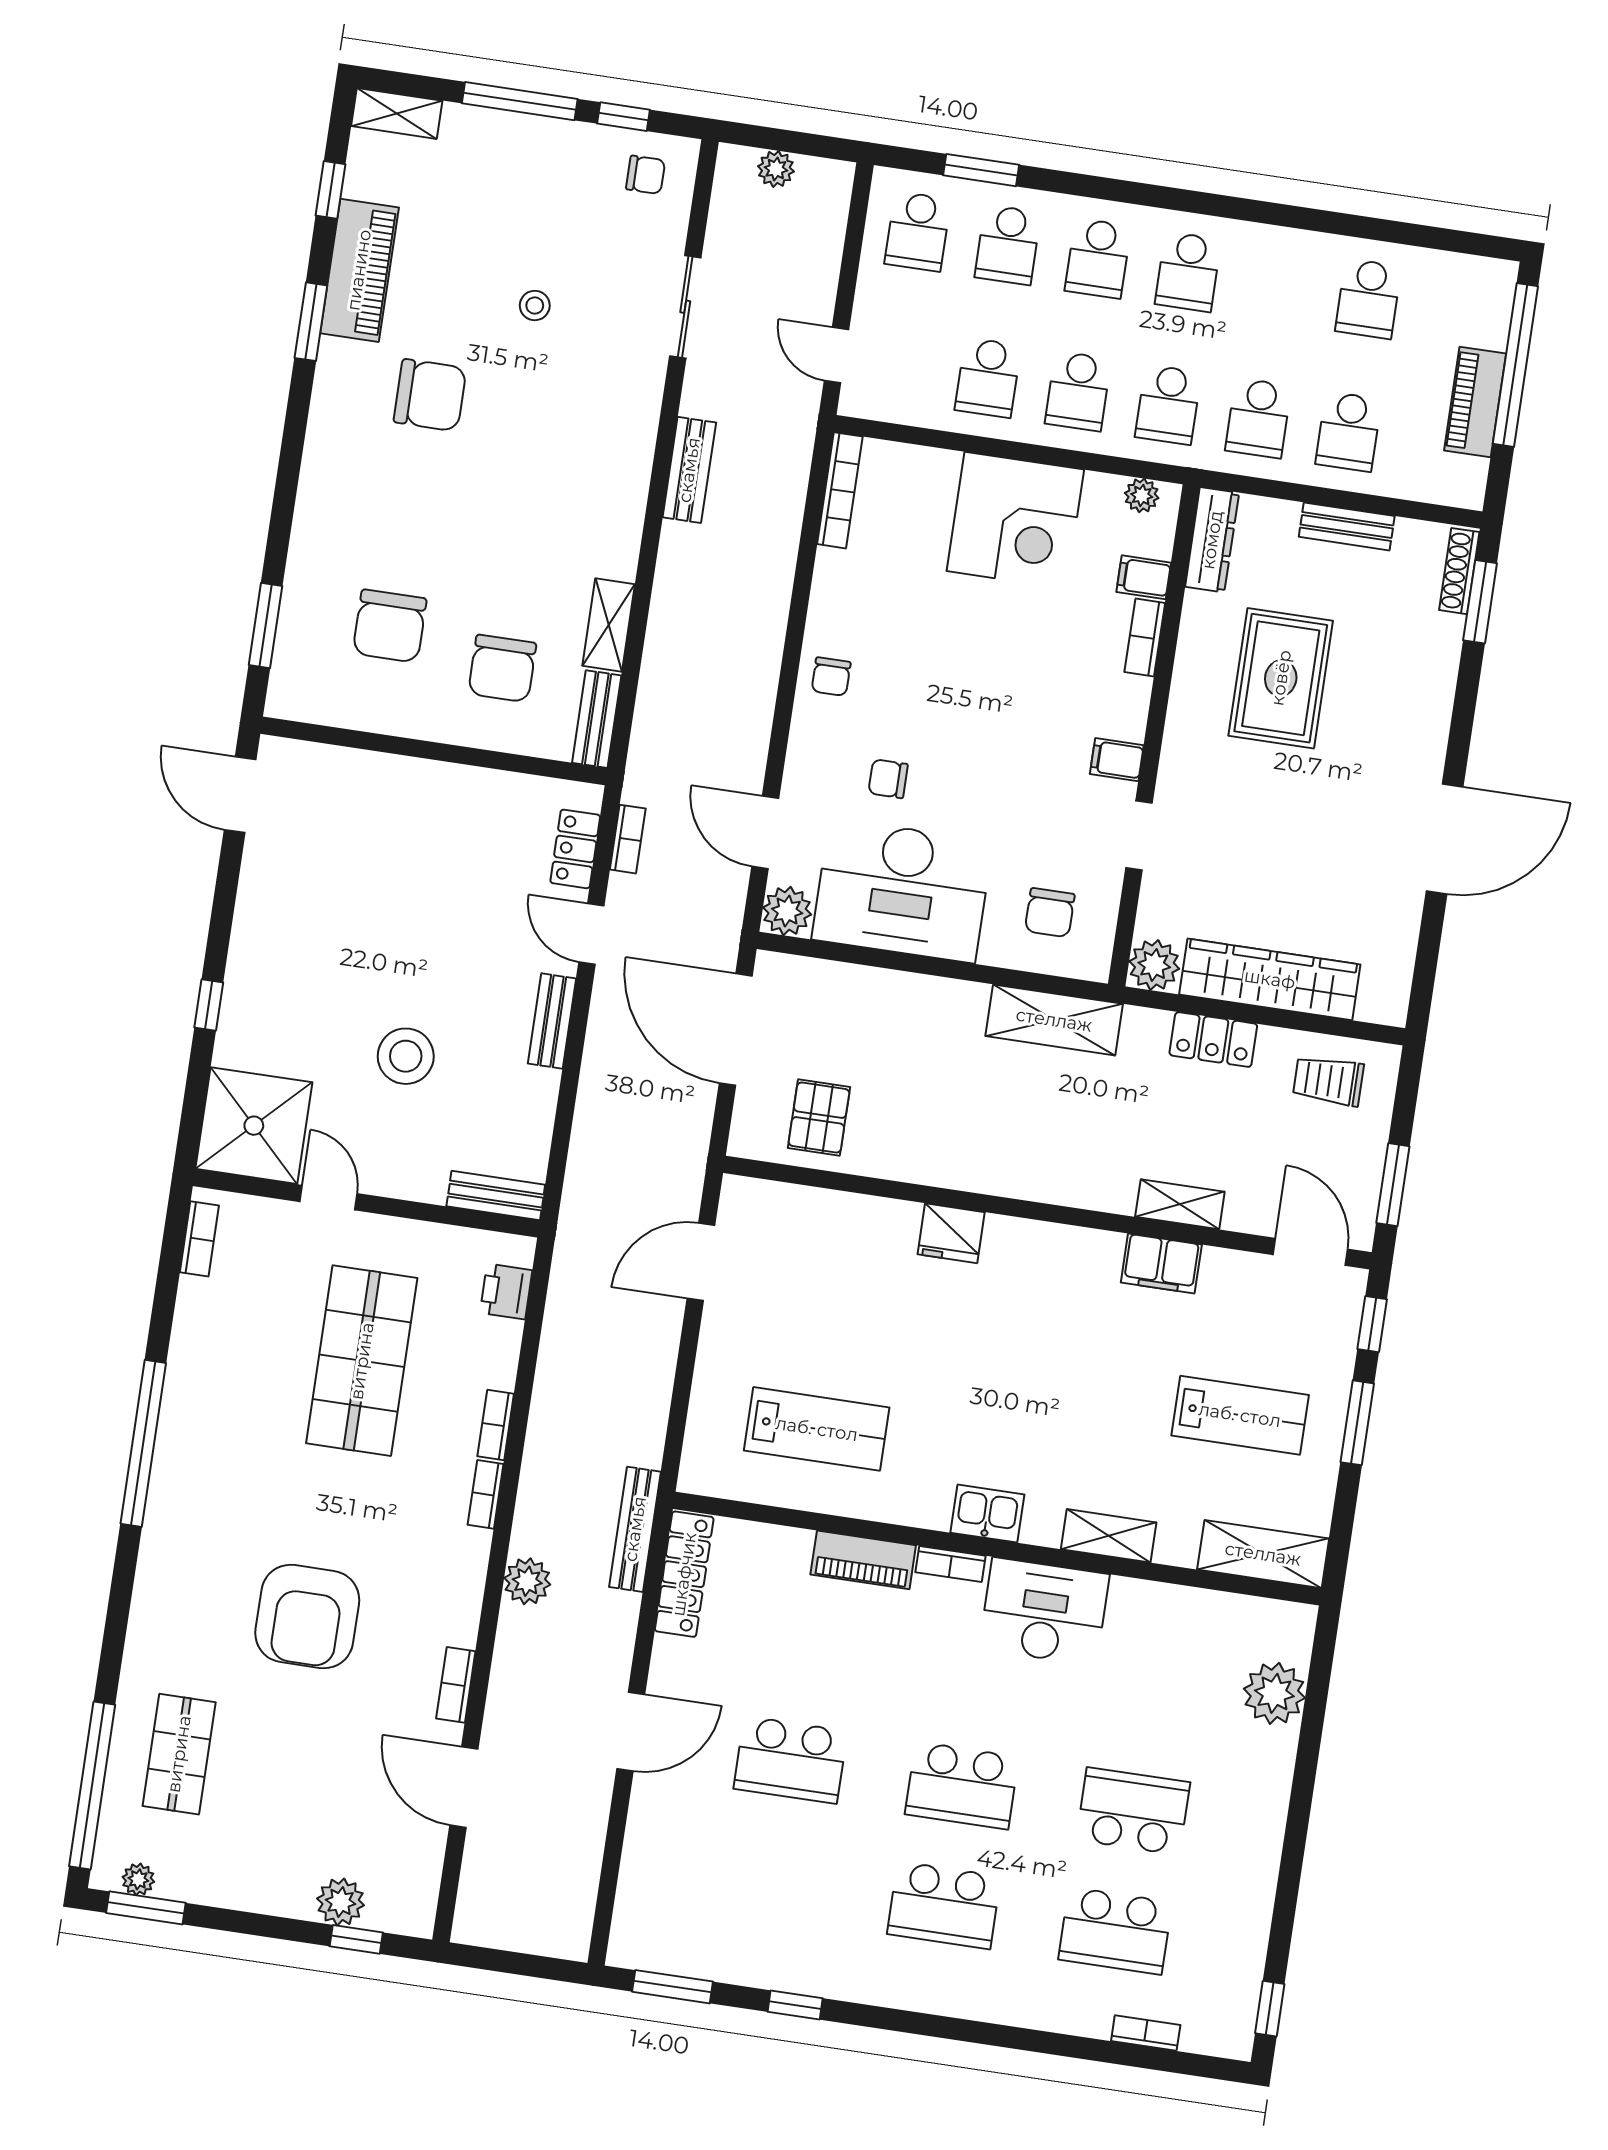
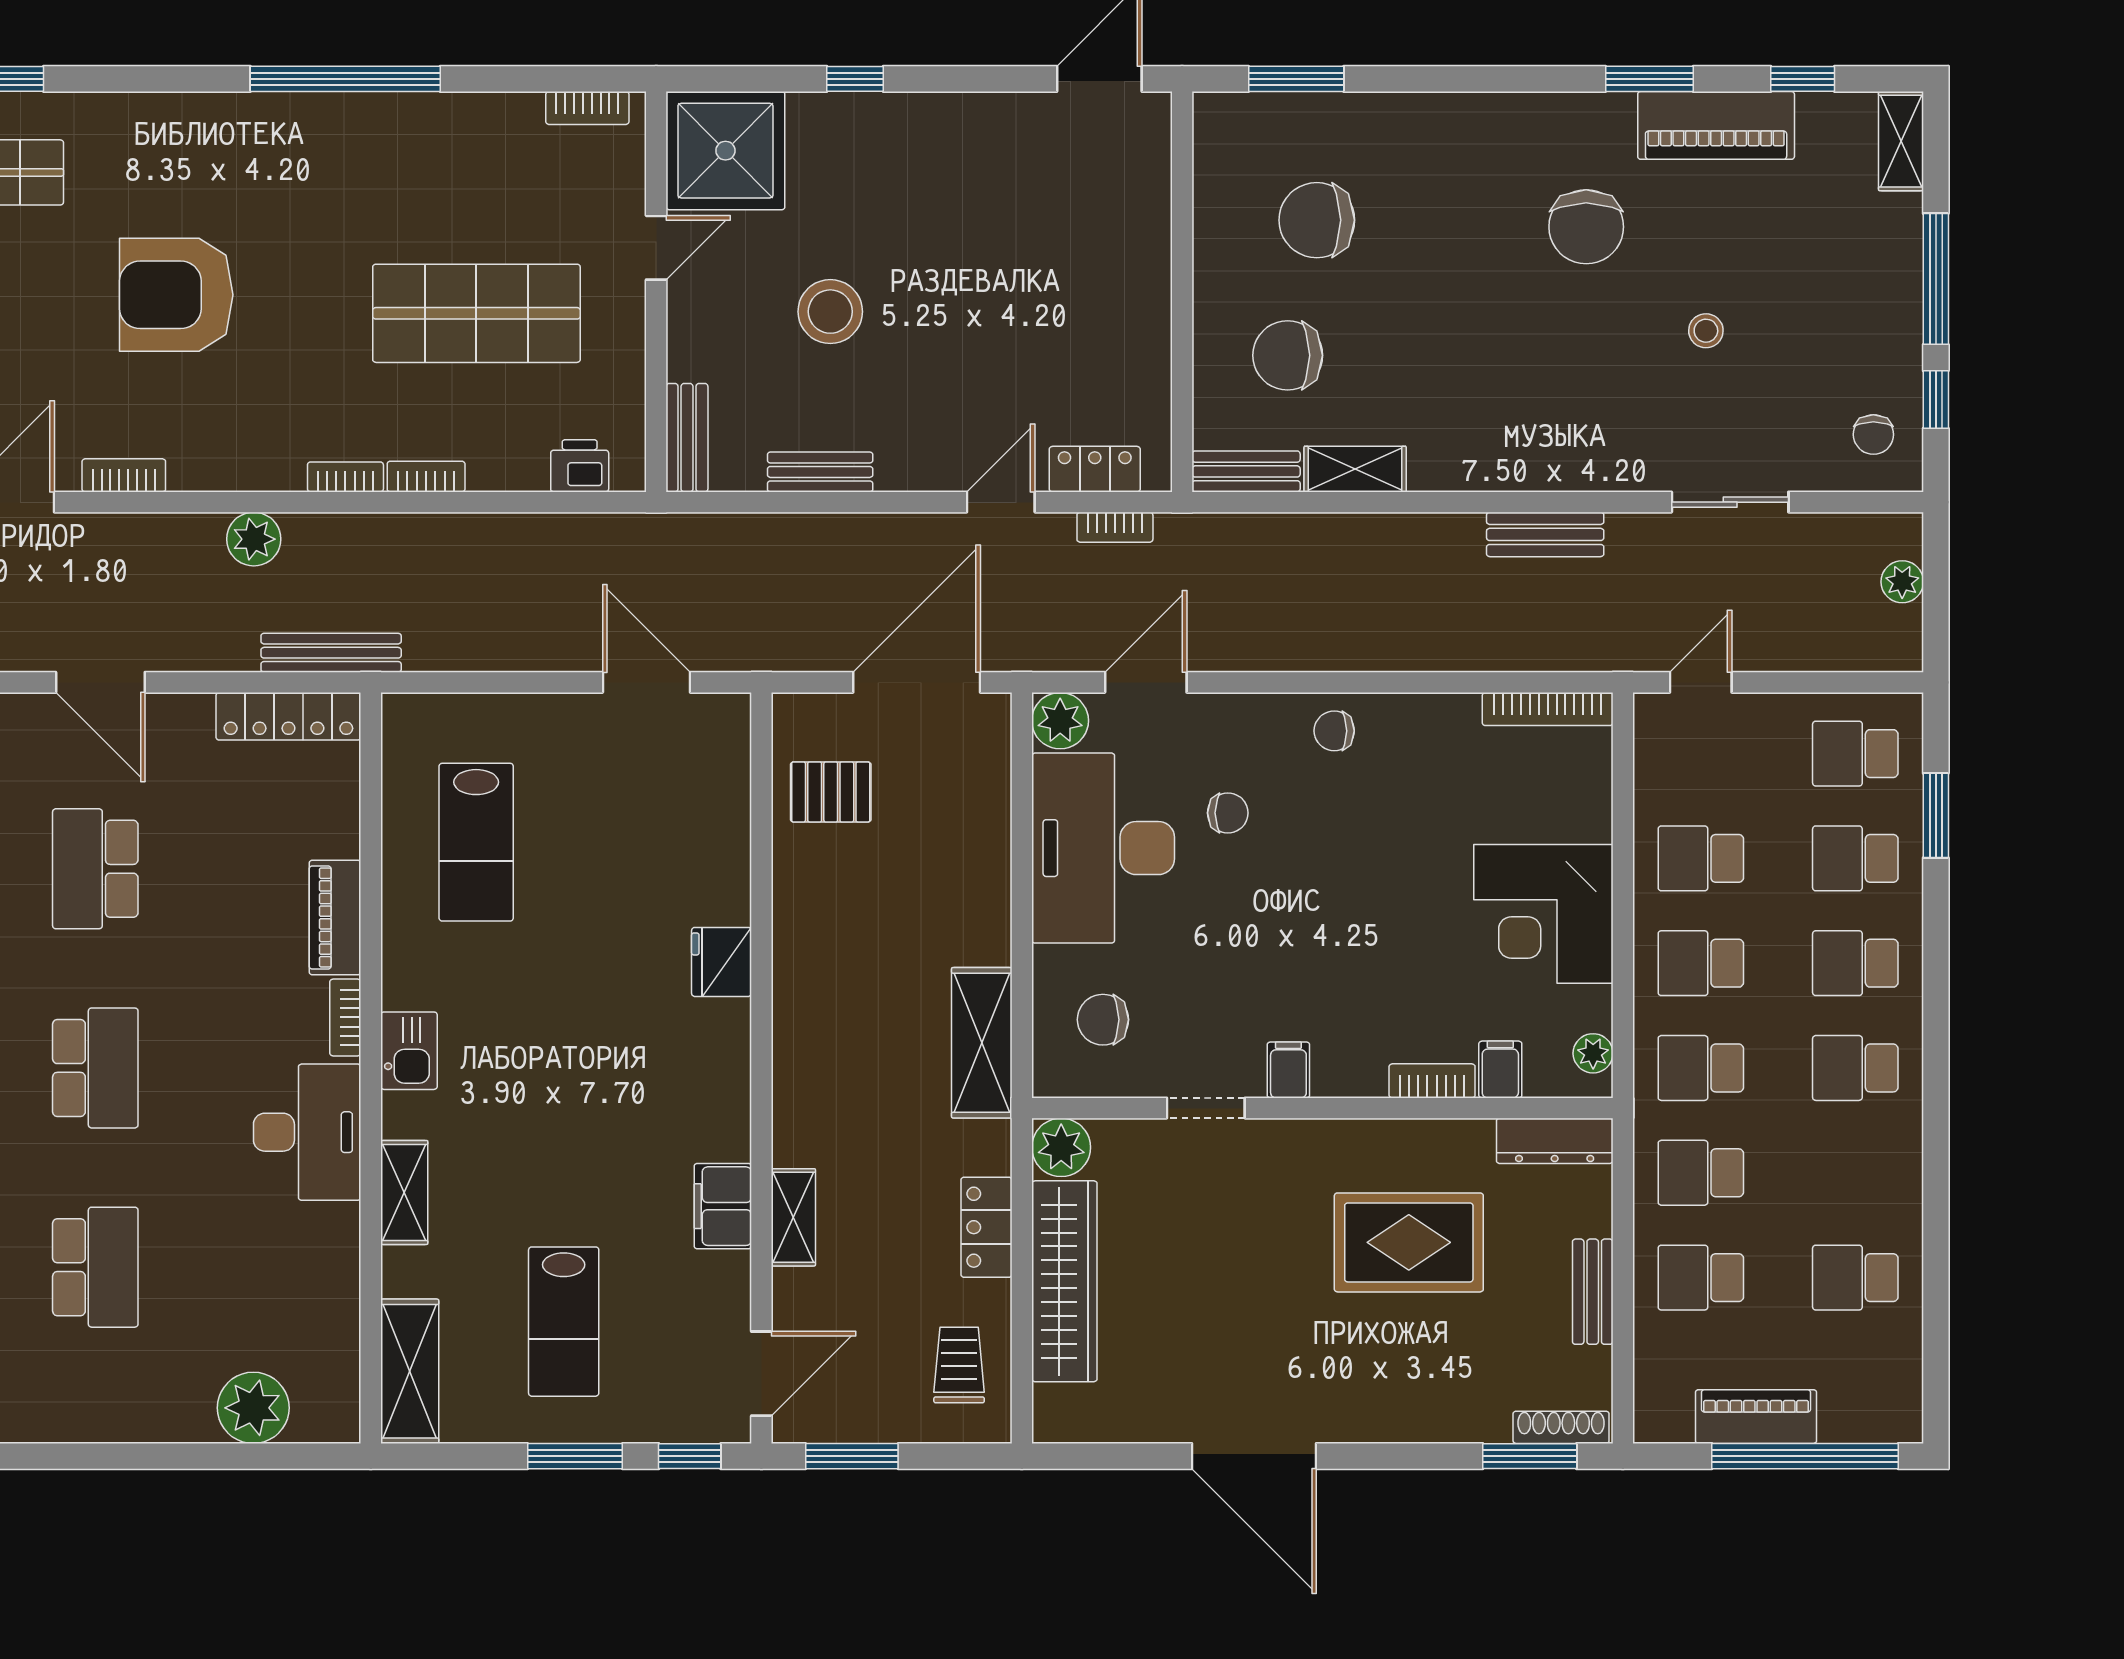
chair: (888, 779) -> (1228, 813), turned 90
bench: (552, 1021) -> (820, 472), moved
school desk: (962, 1785) -> (95, 1068), turned 180

